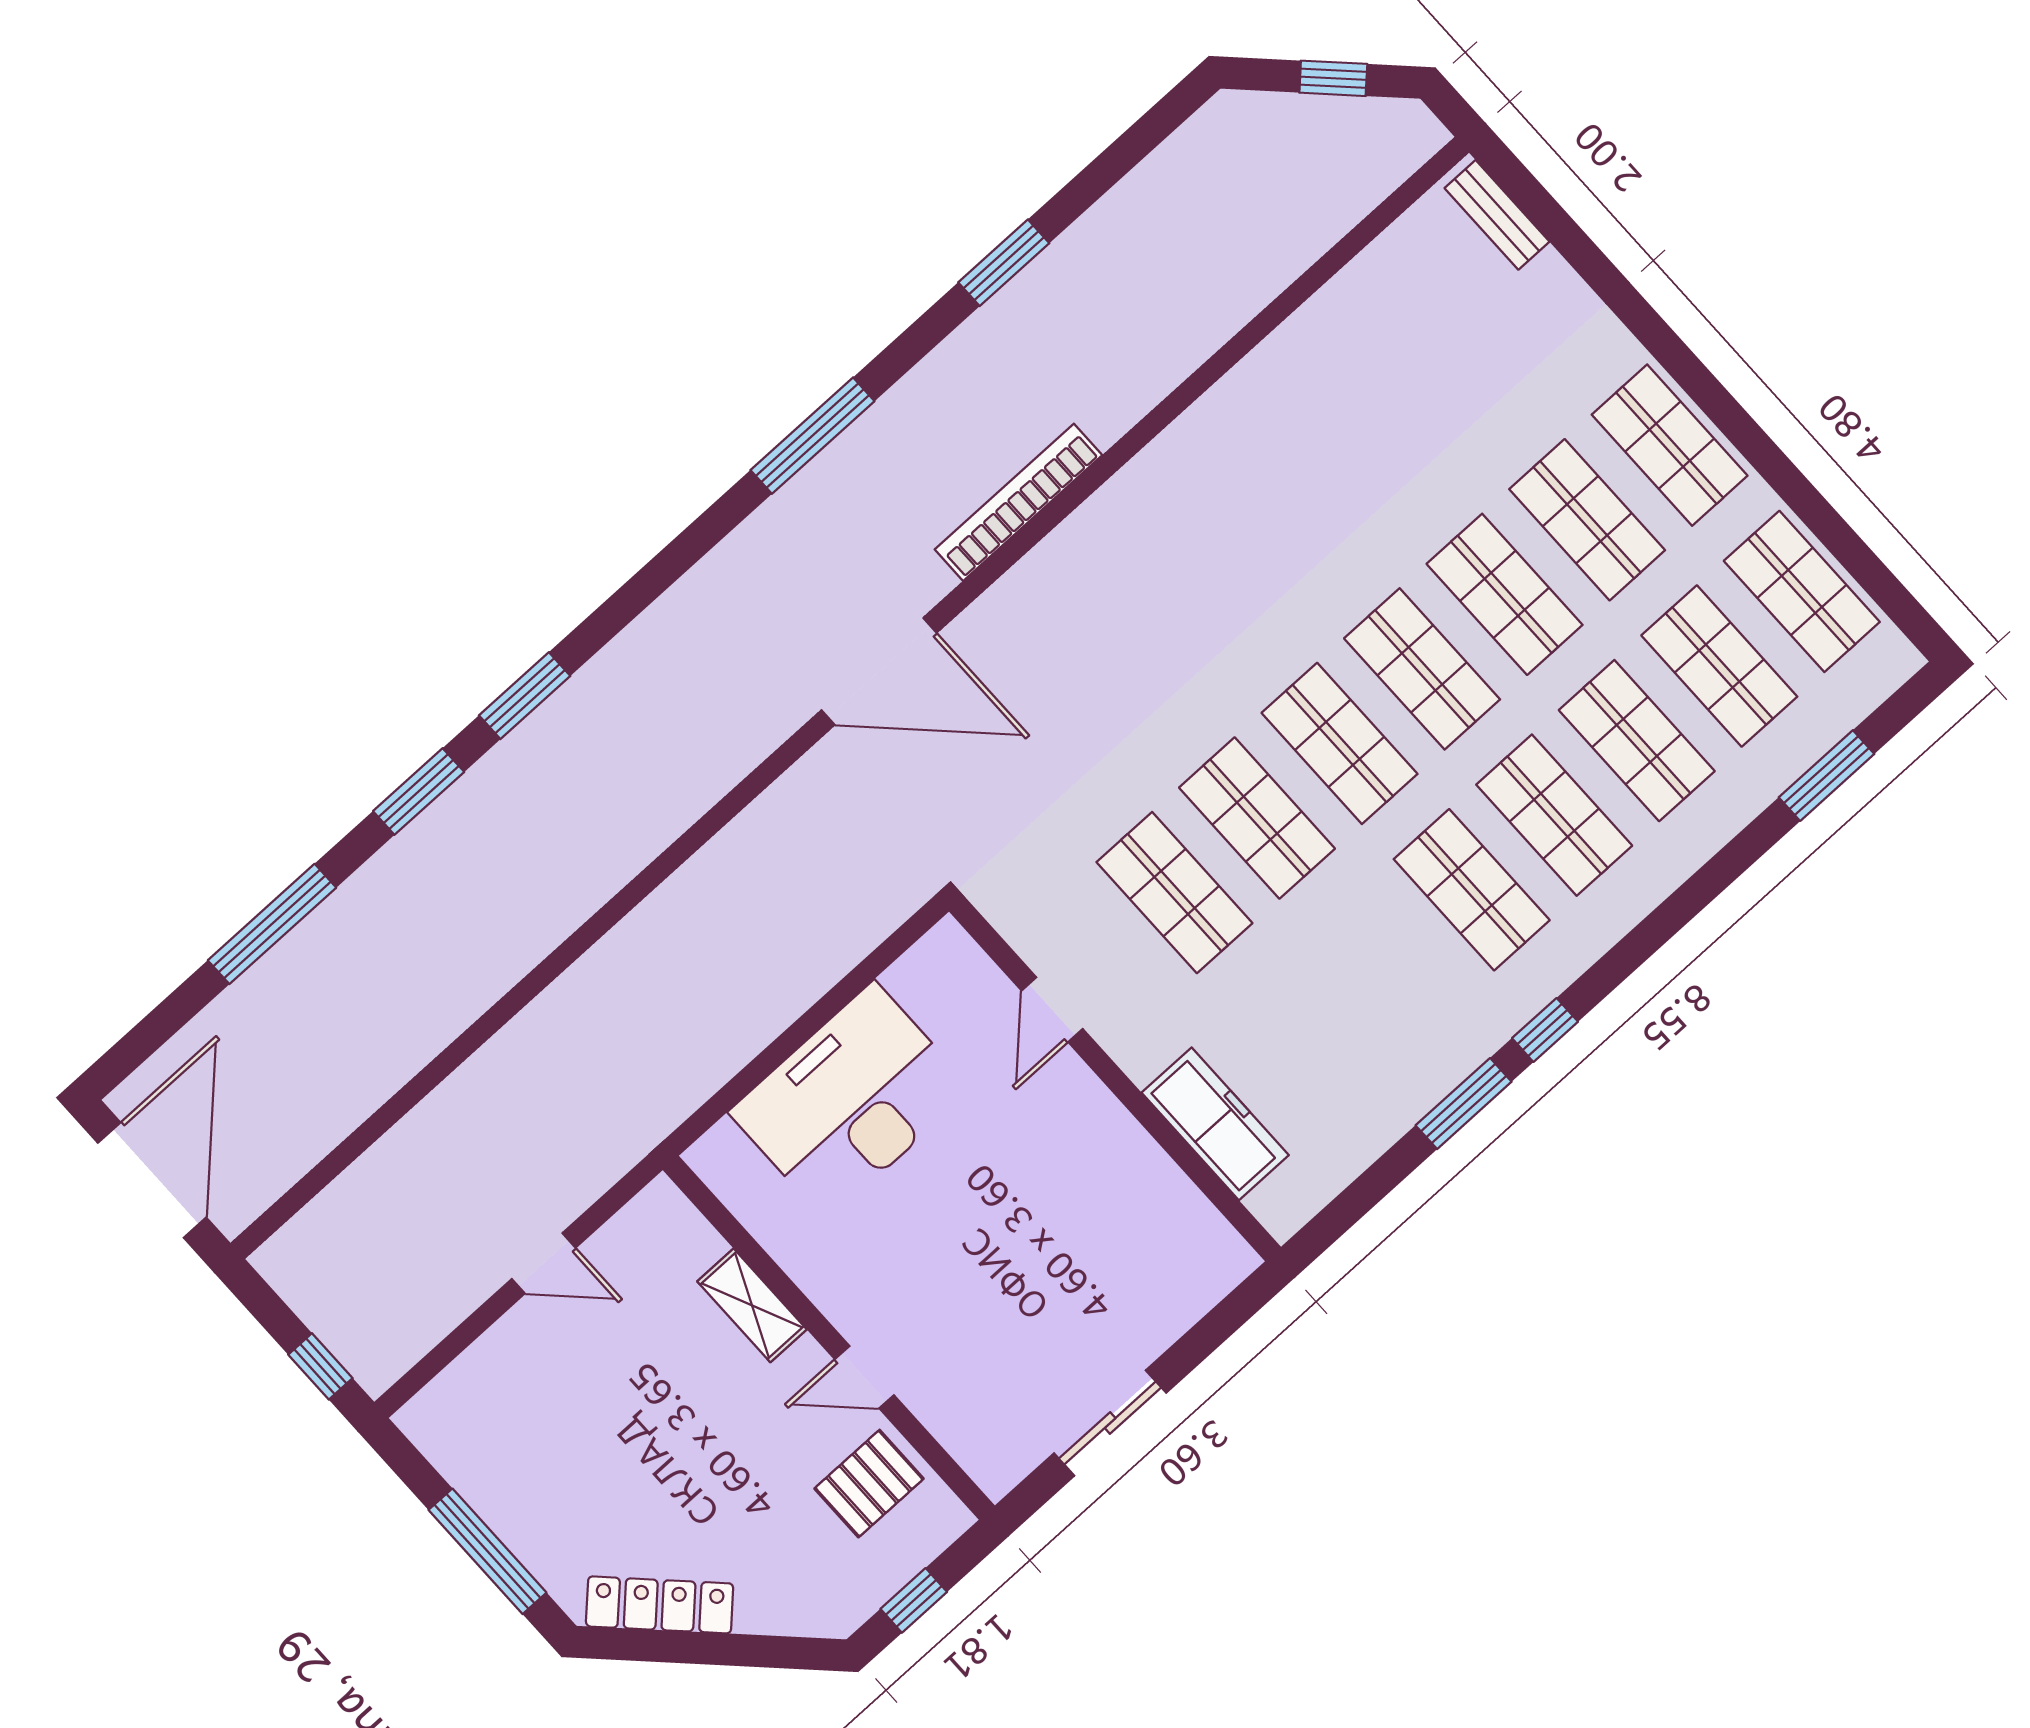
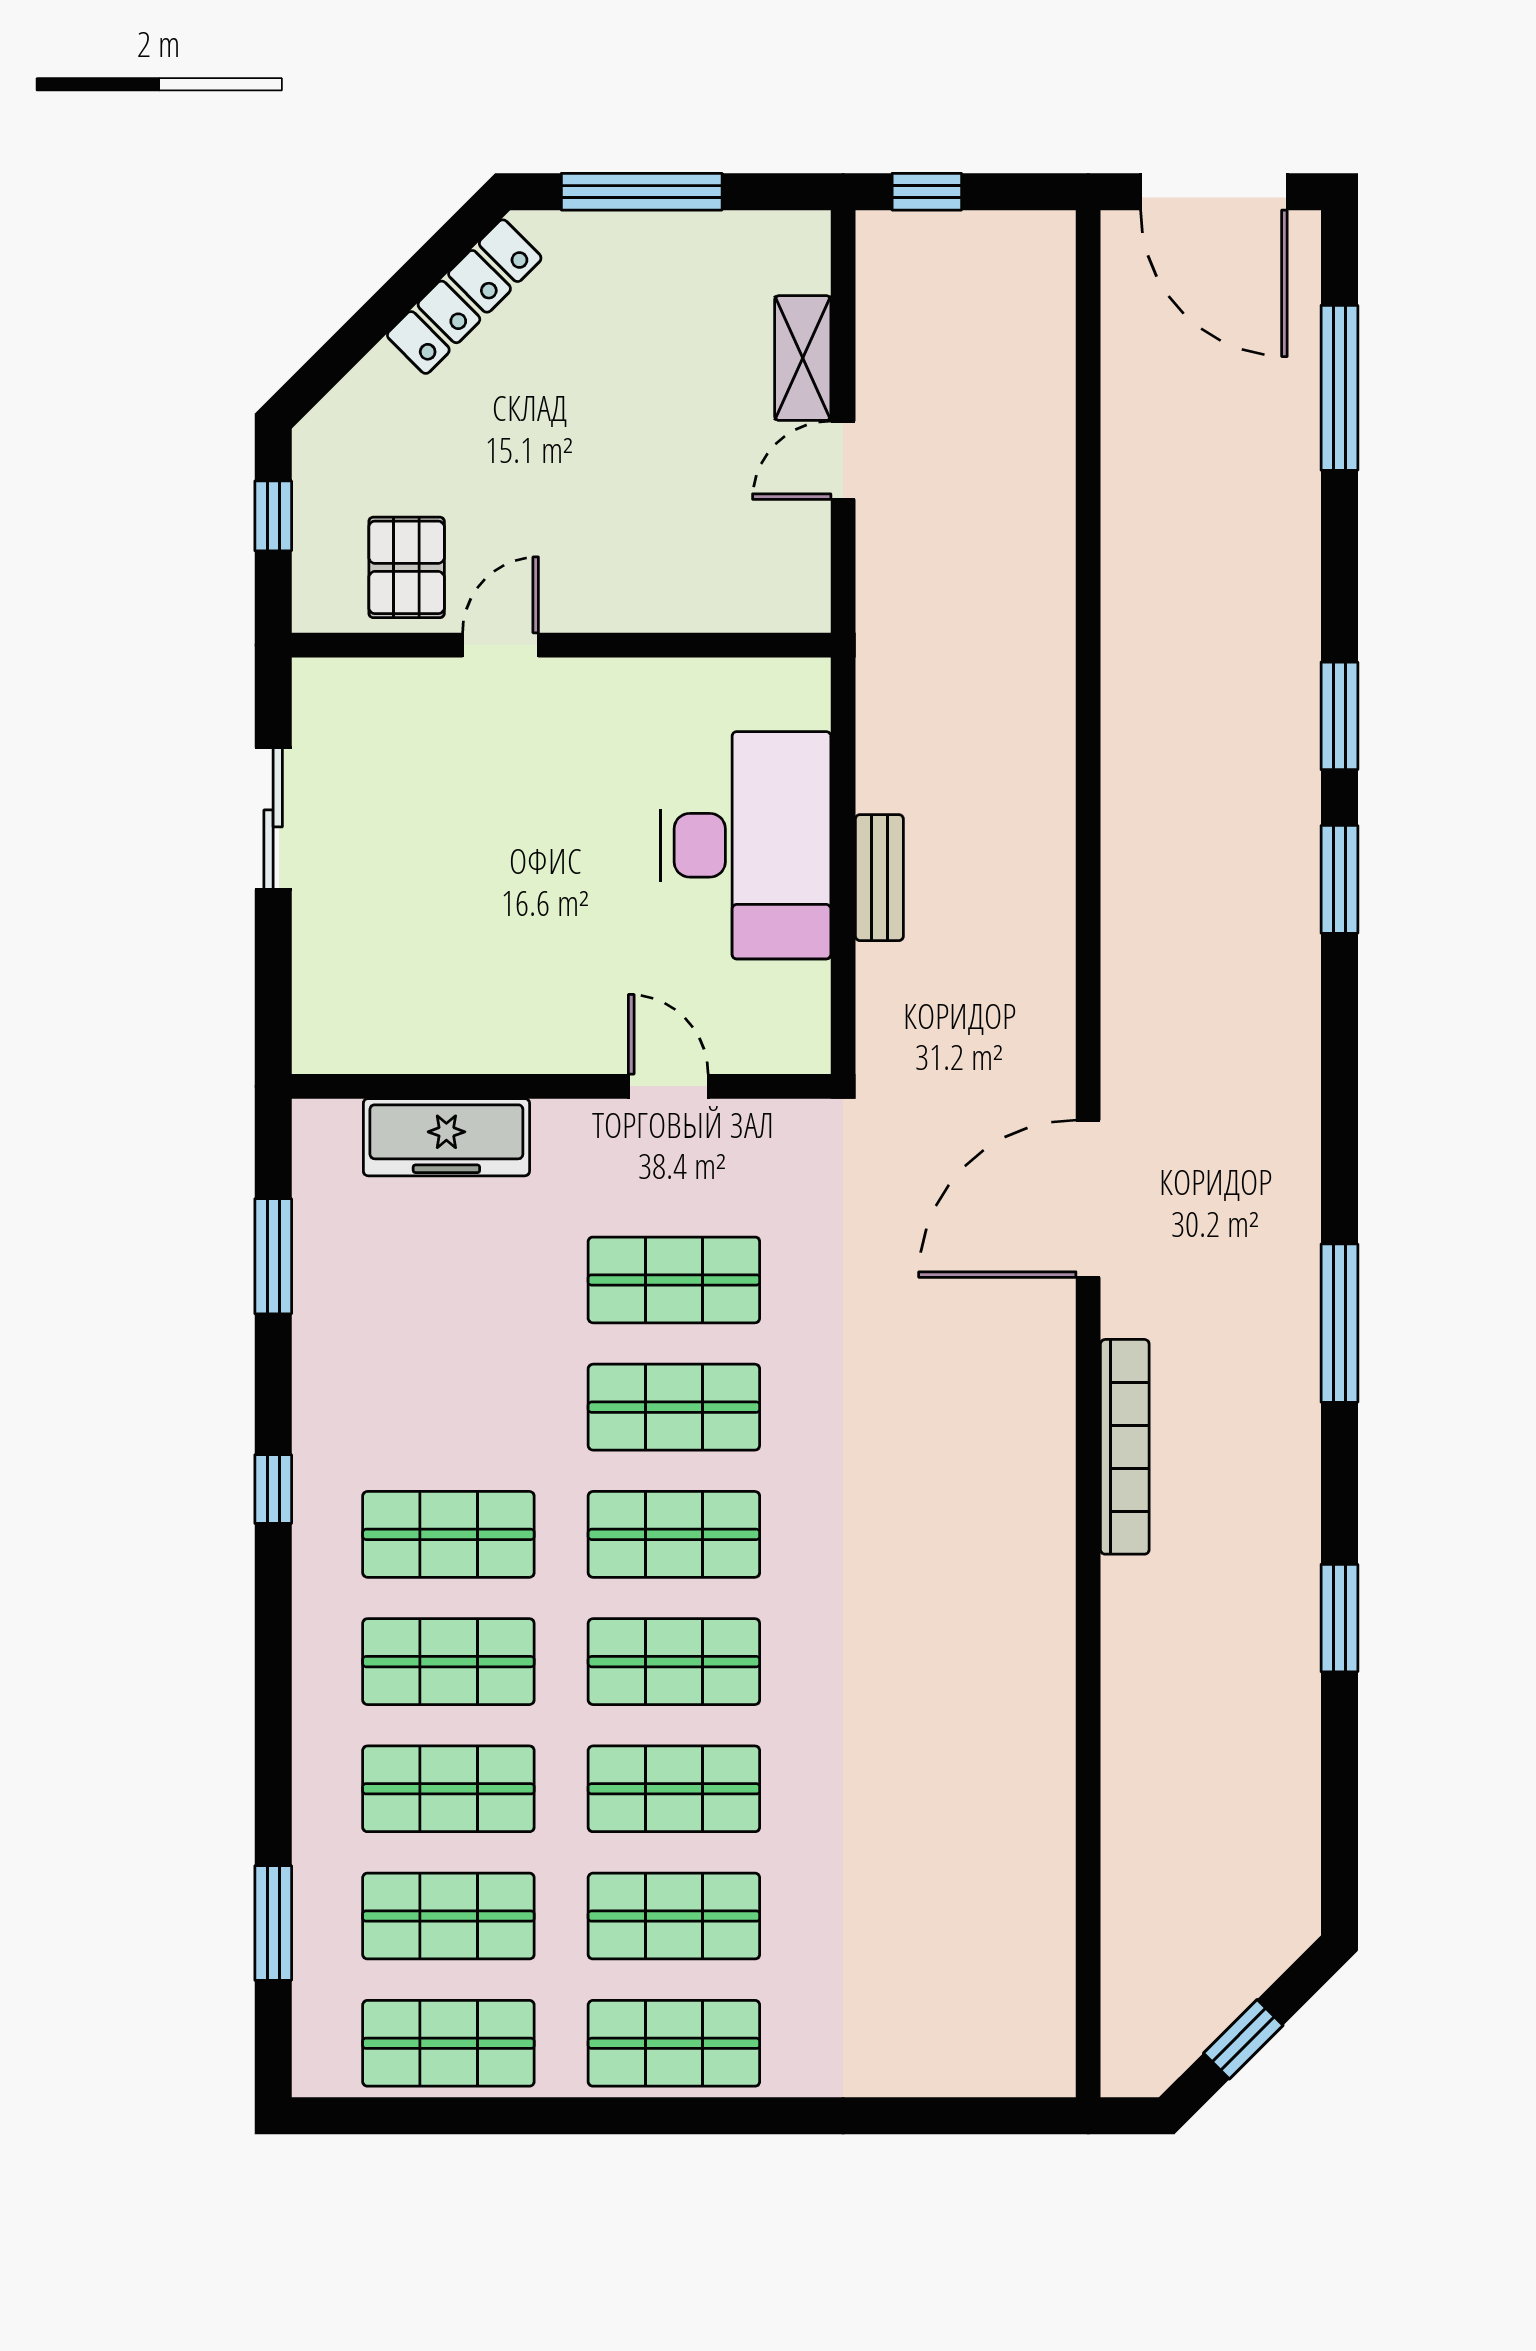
bench: (1497, 215) -> (879, 878), moved, turned 90
window: (272, 924) -> (1339, 388), moved
window: (1464, 1104) -> (273, 1256), moved
shelving: (752, 1305) -> (803, 358), moved, turned 90

